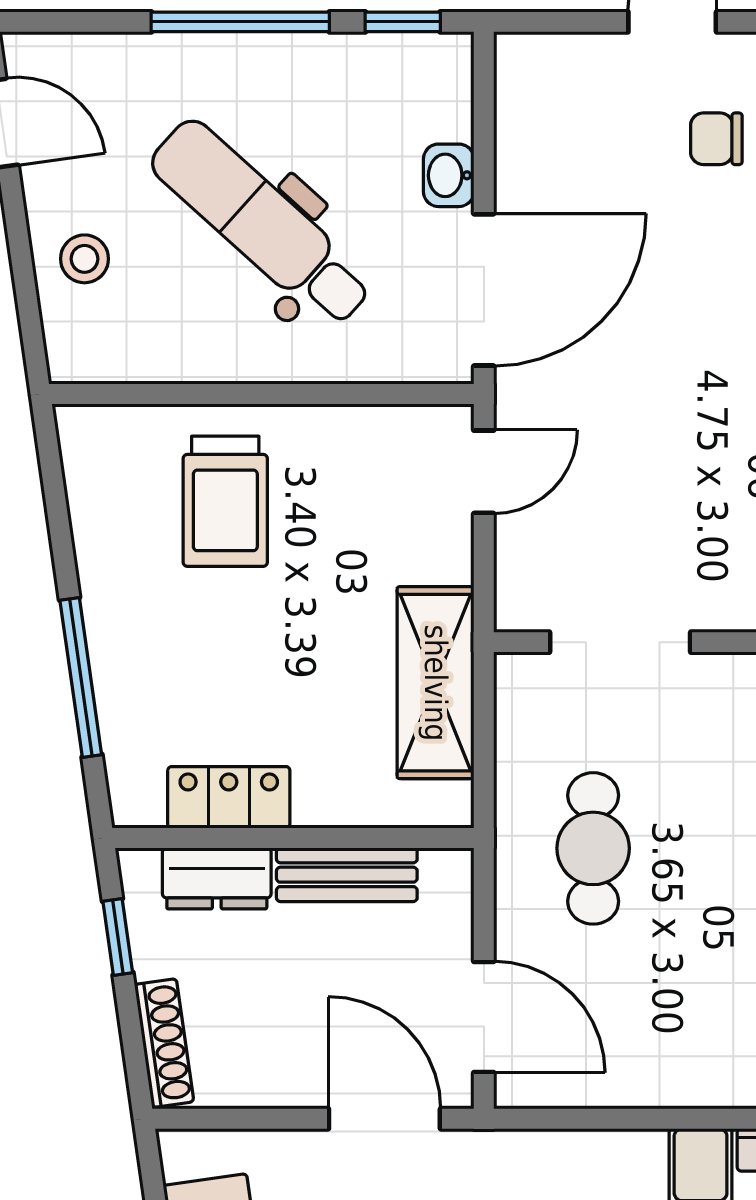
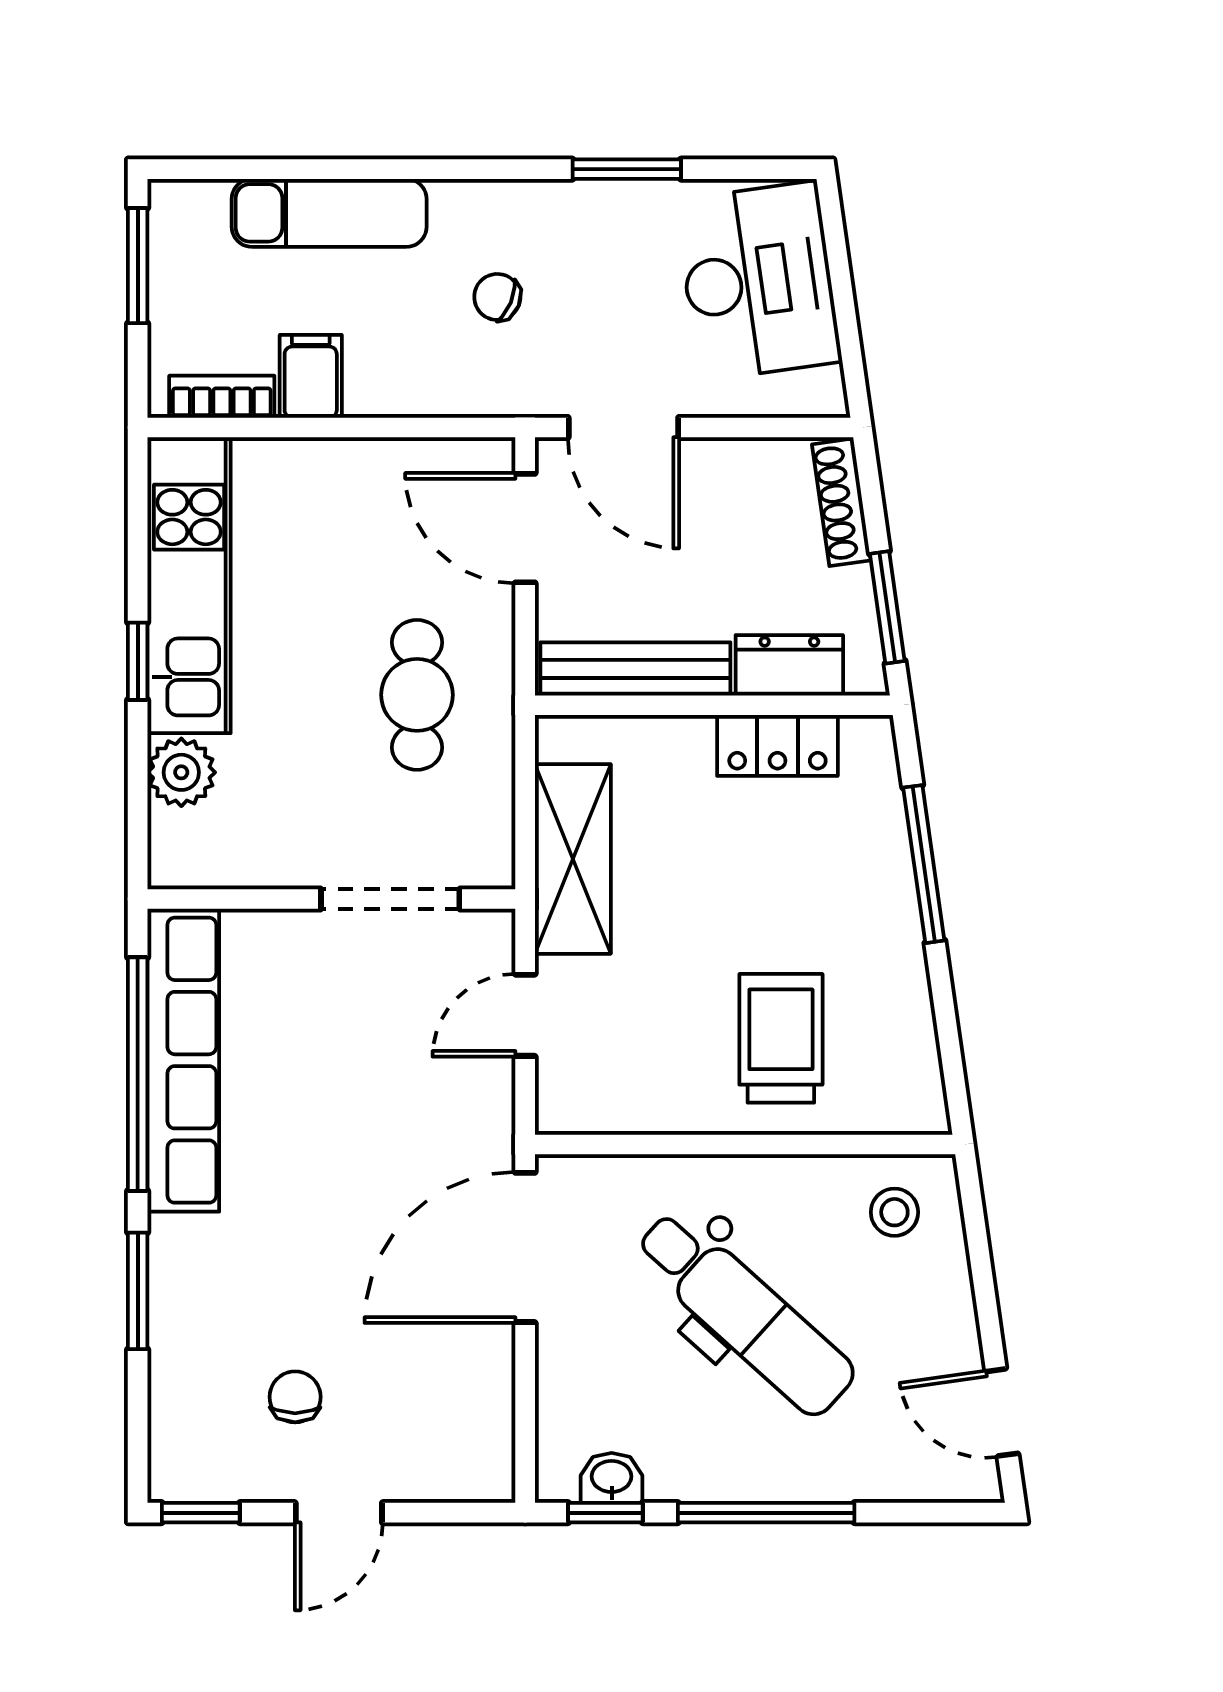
chair: (716, 139) -> (295, 1397), turned -90
washbasin: (449, 175) -> (612, 1478), moved, turned -90
stool: (85, 259) -> (894, 1212), moved
door: (484, 472) -> (525, 1015), moved
bench: (347, 875) -> (635, 669), width x1.36
window: (118, 937) -> (887, 607), width x1.50

